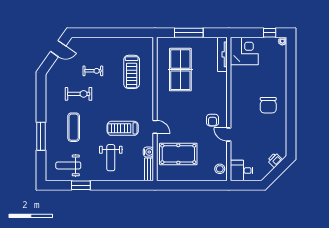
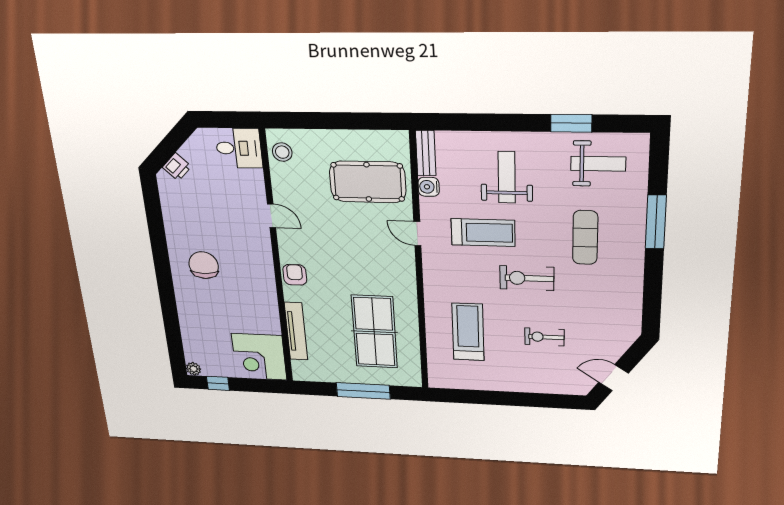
tv unit: (222, 54) -> (296, 331), moved
exercise bike: (79, 94) -> (527, 278), moved
armchair: (212, 120) -> (295, 275), moved

